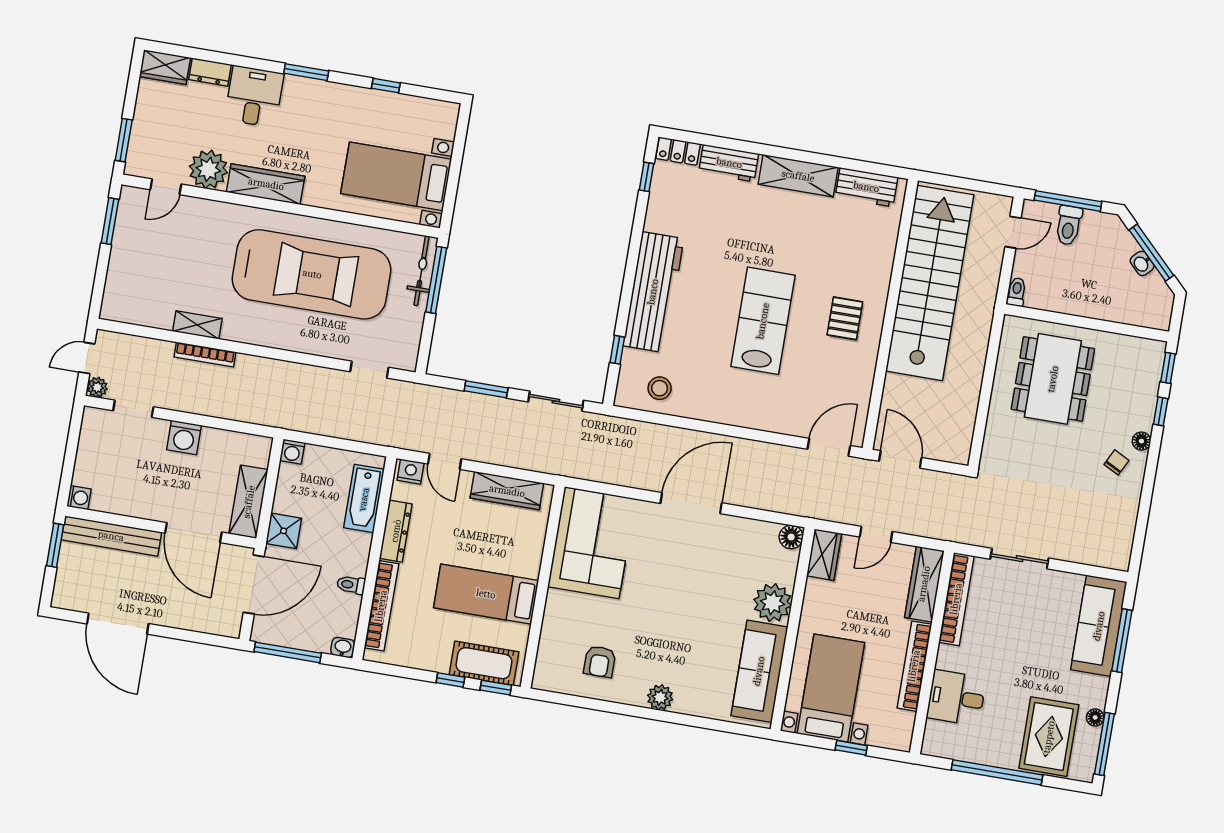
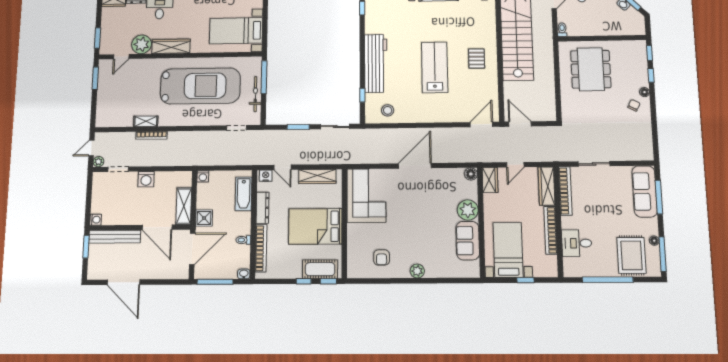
bicycle: (422, 271) -> (255, 94), moved
bed: (486, 594) -> (315, 226), width x1.50
sofa: (759, 671) -> (468, 241), width x0.73

